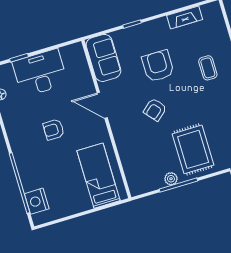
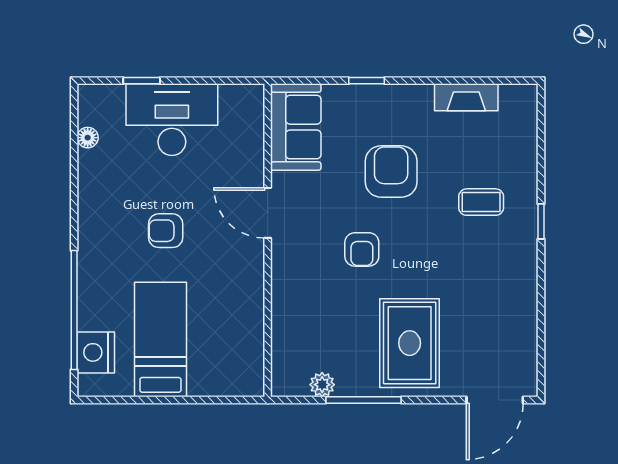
coffee table: (208, 68) -> (481, 202), turned 90
armchair: (155, 110) -> (362, 249), turned -49
bed: (98, 176) -> (160, 340), moved
plant: (171, 179) -> (322, 385), moved

